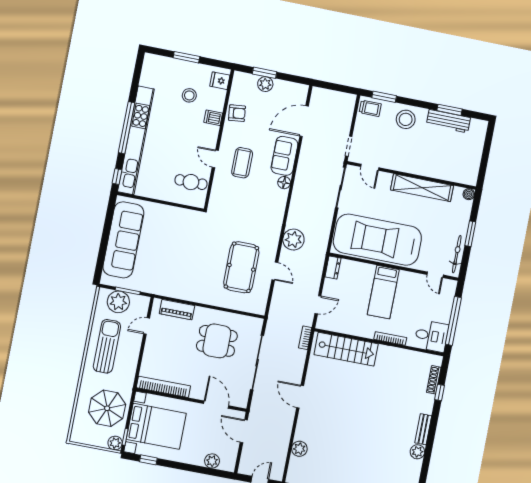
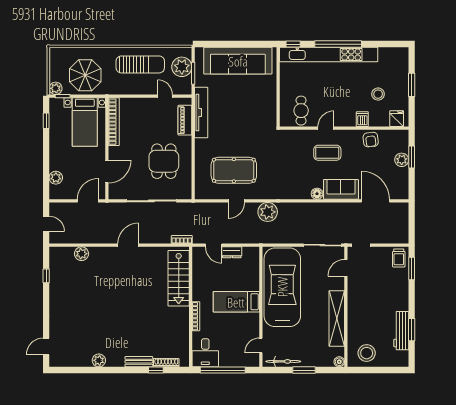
stool: (406, 119) -> (367, 353), moved
dresser: (333, 268) -> (232, 252), moved
tv unit: (172, 290) -> (201, 112), added
bed with nightstands: (156, 426) -> (85, 122), width x0.73
bench: (423, 429) -> (139, 362), moved

